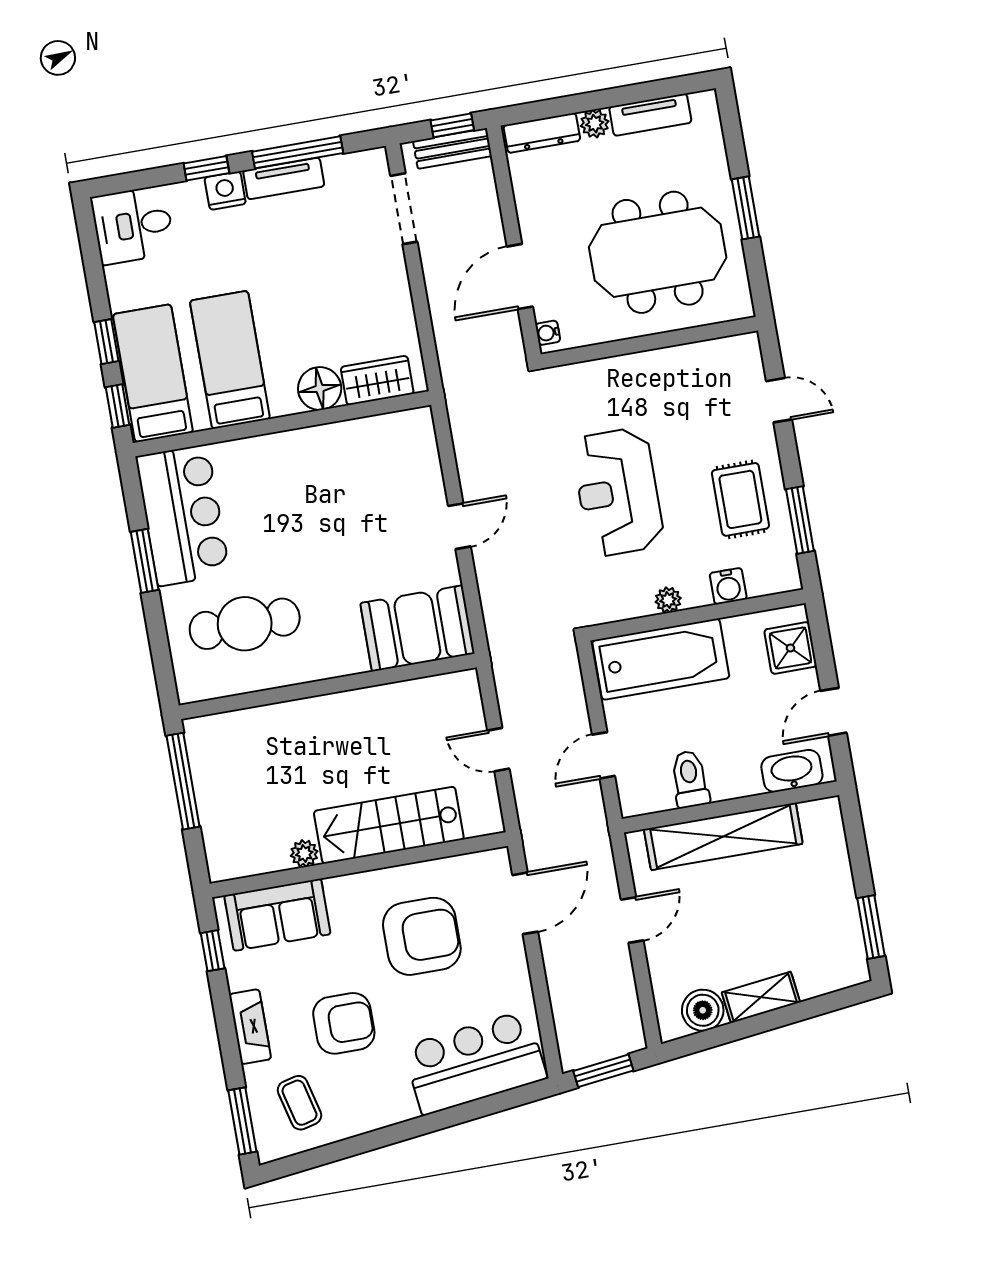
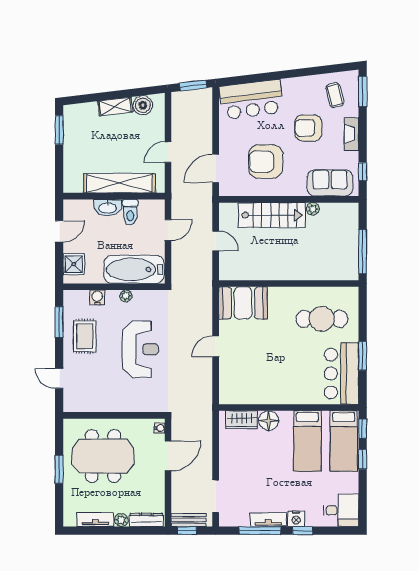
washbasin: (792, 771) -> (108, 208), moved

